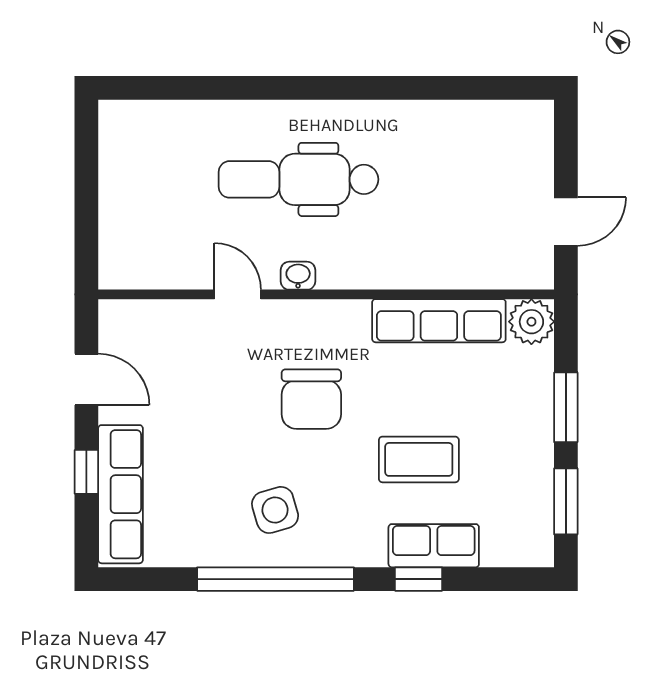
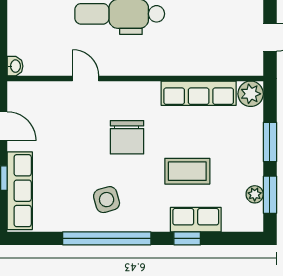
washbasin: (298, 276) -> (15, 66), moved, turned 90
plant: (539, 501) -> (255, 194), added

